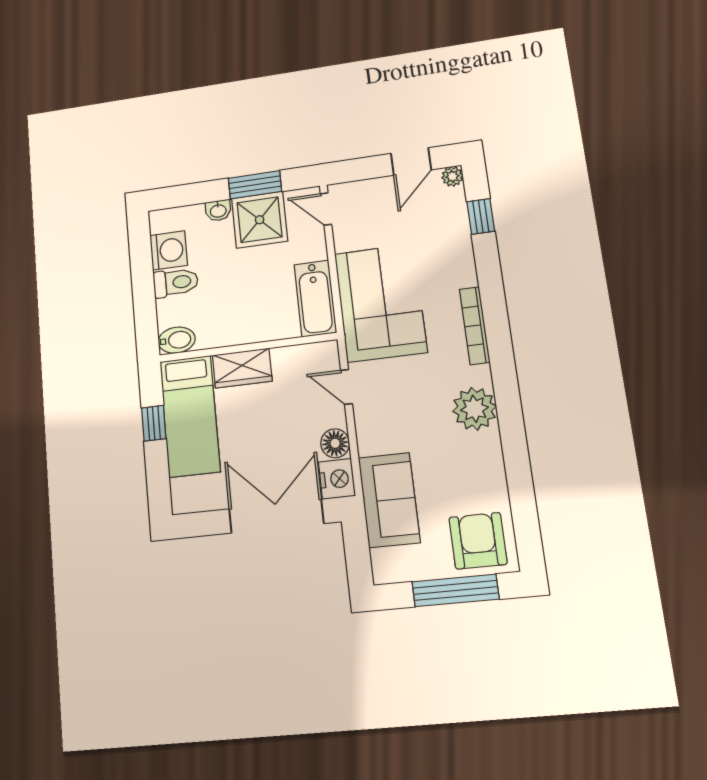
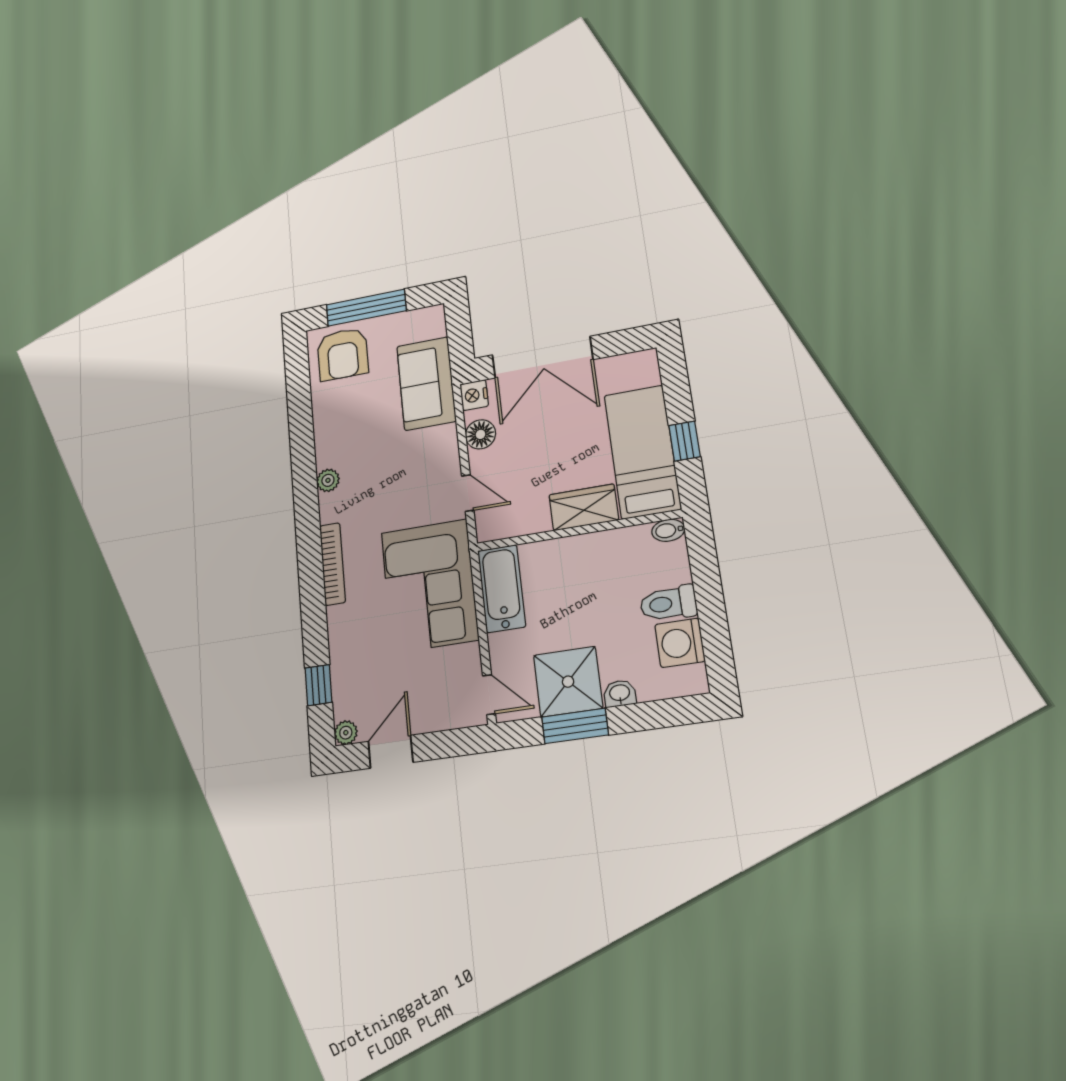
bidet: (177, 340) -> (668, 530), width x0.72, depth x0.74
plant: (474, 409) -> (328, 480), width x0.53, depth x0.53
nightstand: (337, 479) -> (474, 395), width x0.74, depth x0.75

